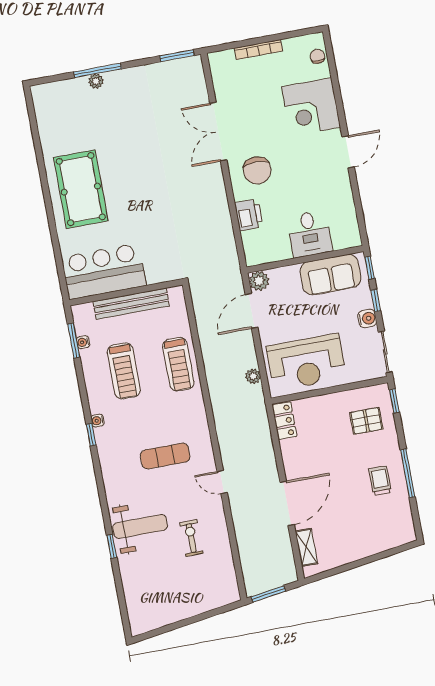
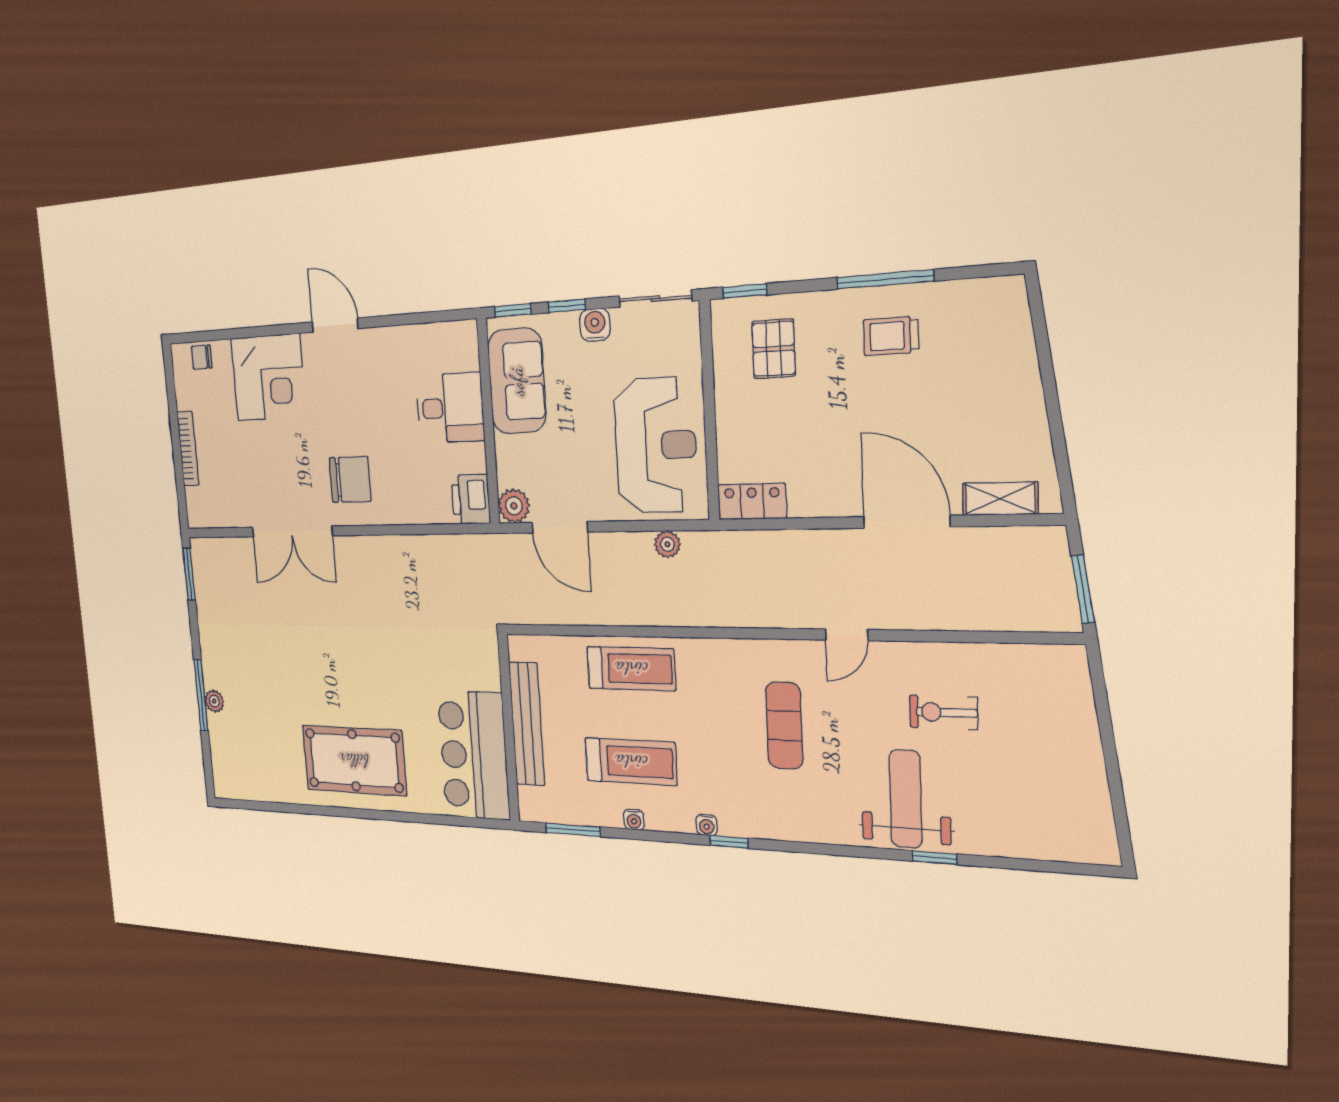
printer: (249, 215) -> (471, 499), moved, turned -90
water cooler: (83, 342) -> (634, 820), moved

